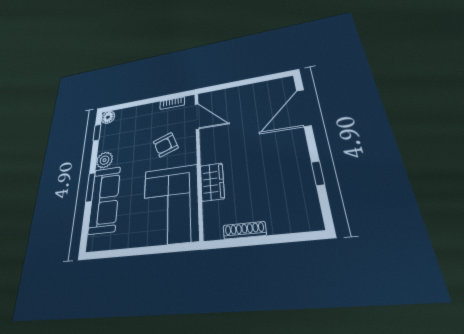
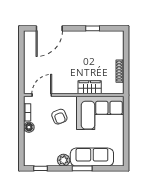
door: (304, 108) -> (49, 28), hinge flipped
floor lamp: (108, 117) -> (29, 127), moved

